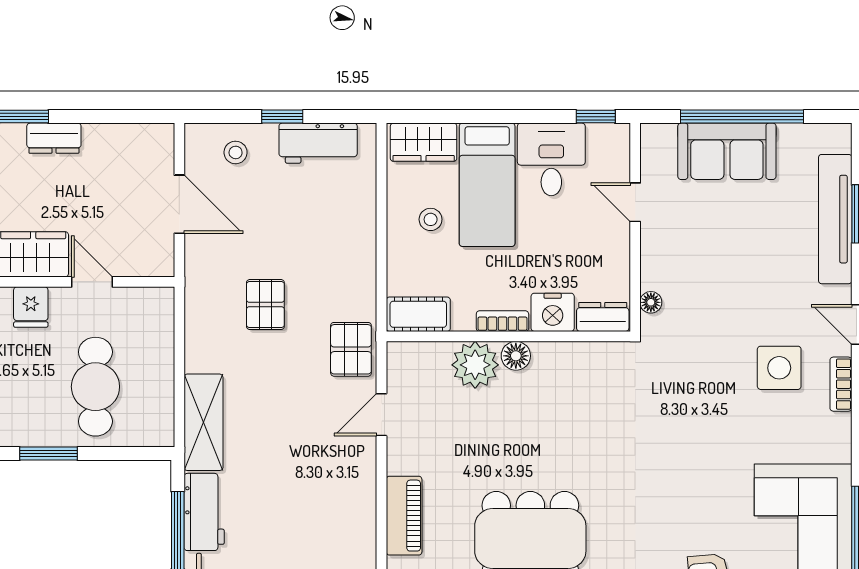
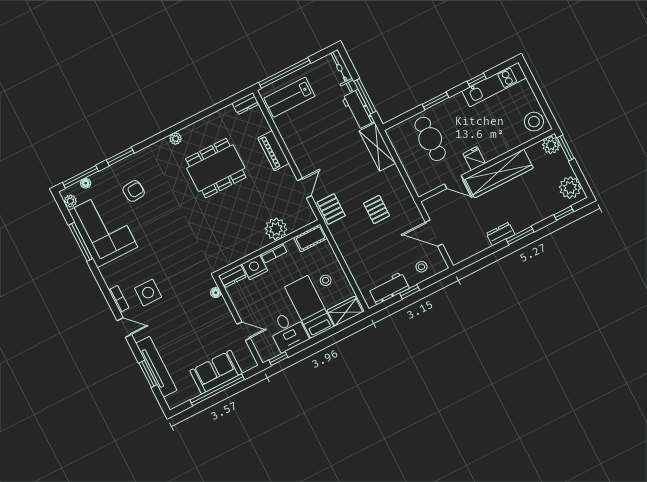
floor lamp: (516, 356) -> (261, 241), removed

